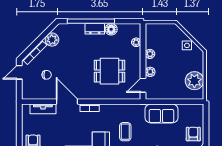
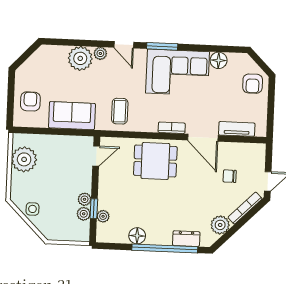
dresser: (95, 29) -> (186, 239), moved
window: (143, 48) -> (94, 209), added
dining table: (109, 71) -> (155, 161), moved
plant: (150, 72) -> (84, 214), moved
coffee table: (125, 132) -> (120, 111), moved
armchair: (193, 134) -> (30, 101), moved, turned 180

